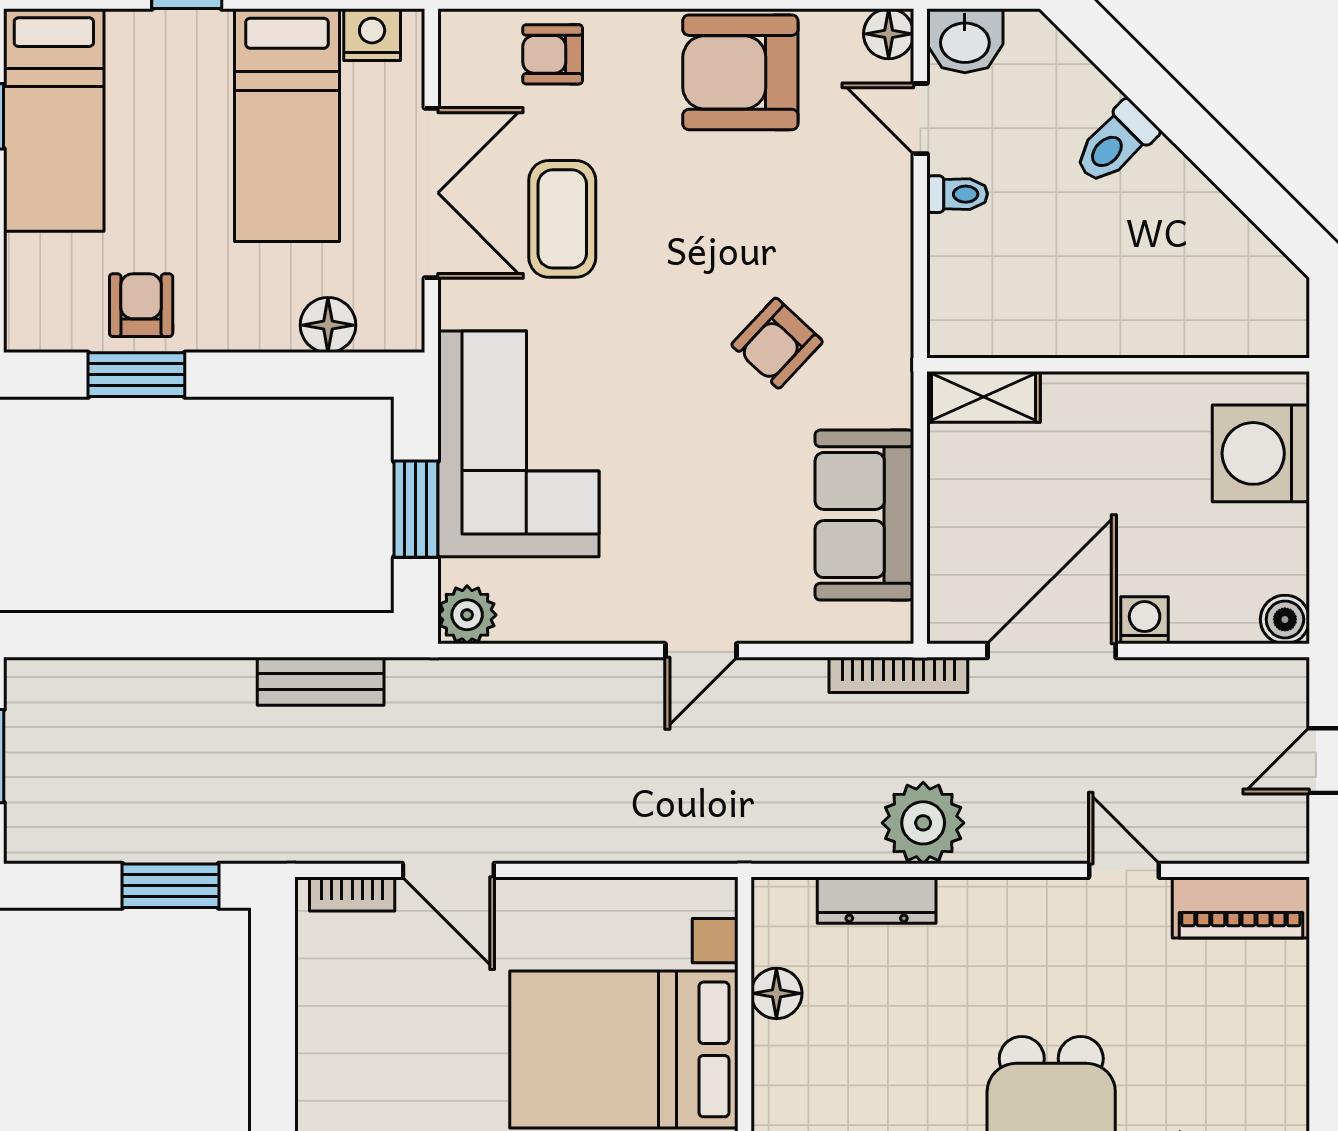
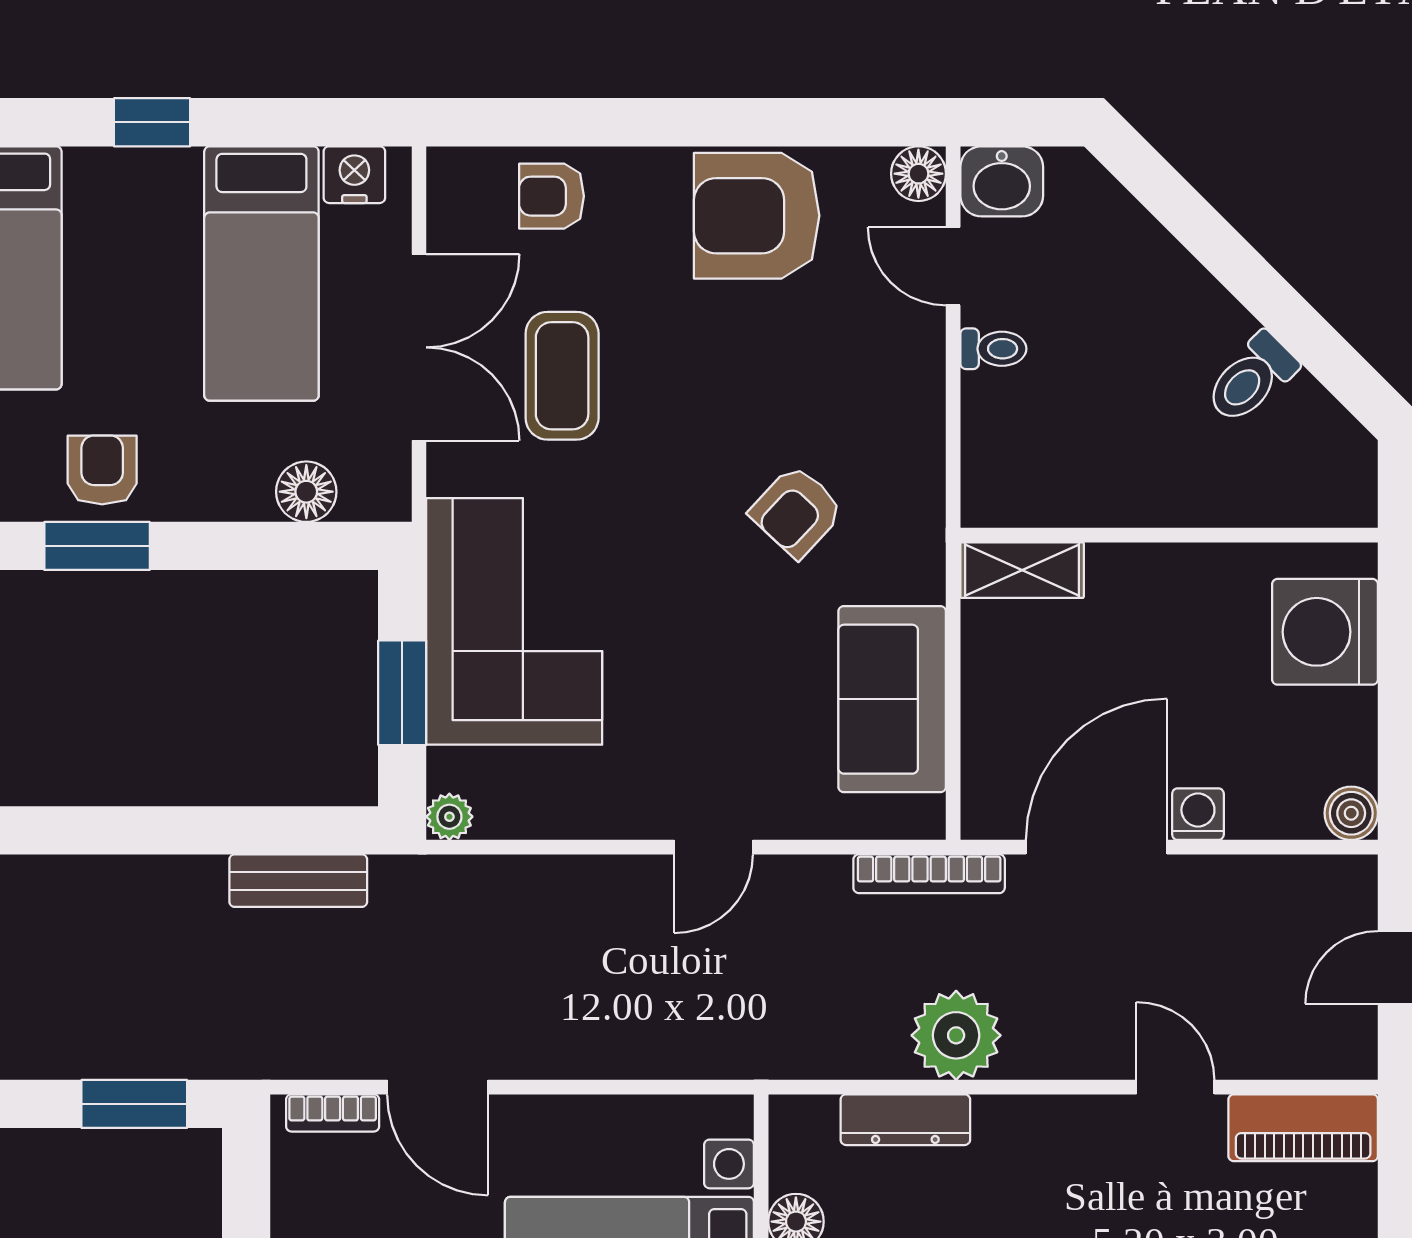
toilet: (1115, 143) -> (1251, 378), moved
plant: (467, 615) -> (449, 817), width x0.73, depth x0.73

